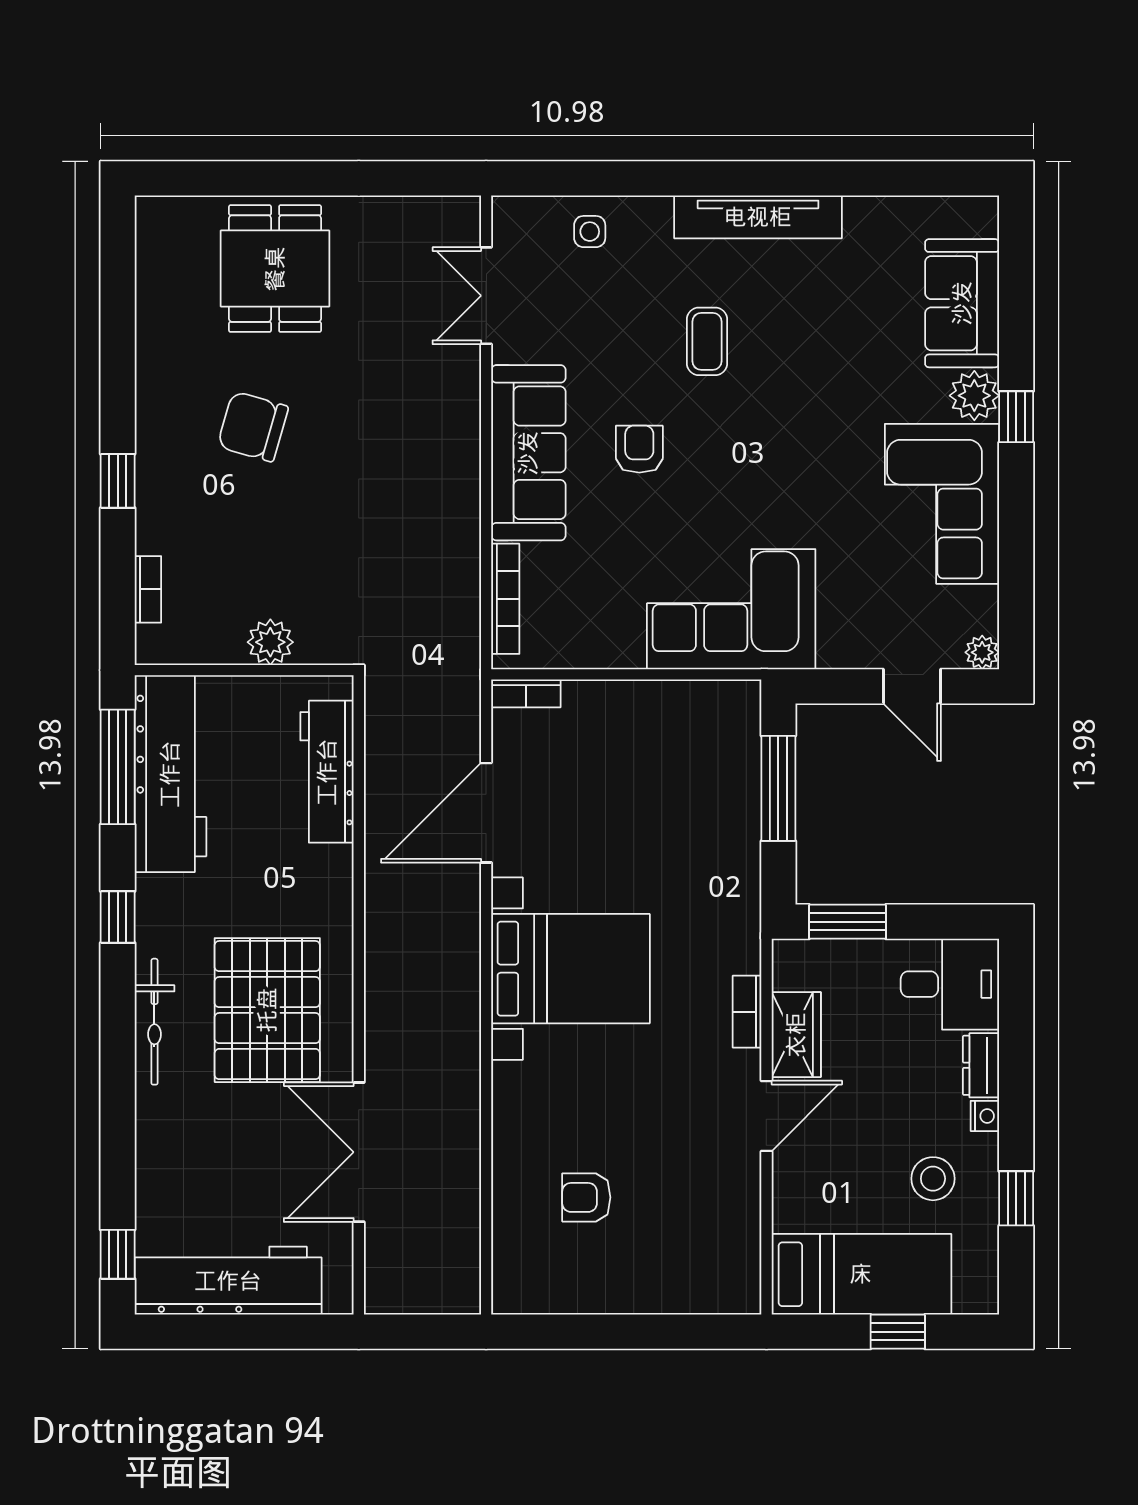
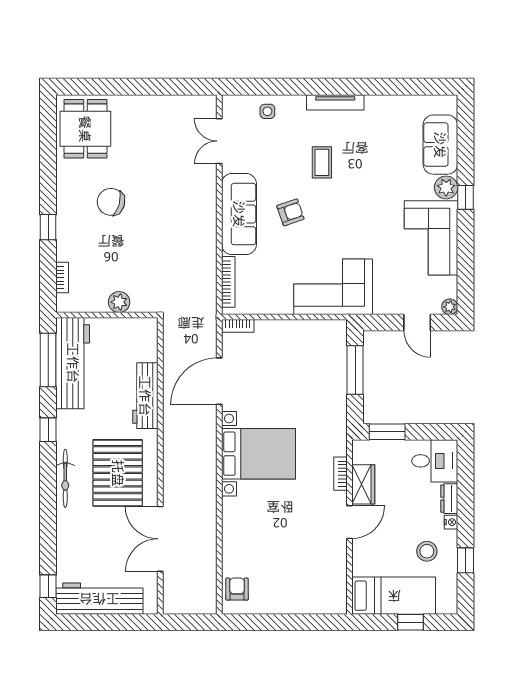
tv unit: (758, 217) -> (335, 102), width x0.73, depth x0.78
dining table: (275, 269) -> (85, 129), moved
armchair: (639, 449) -> (290, 212), turned 71
workbench: (327, 772) -> (145, 396), moved
armchair: (586, 1197) -> (237, 589), moved, turned 90

